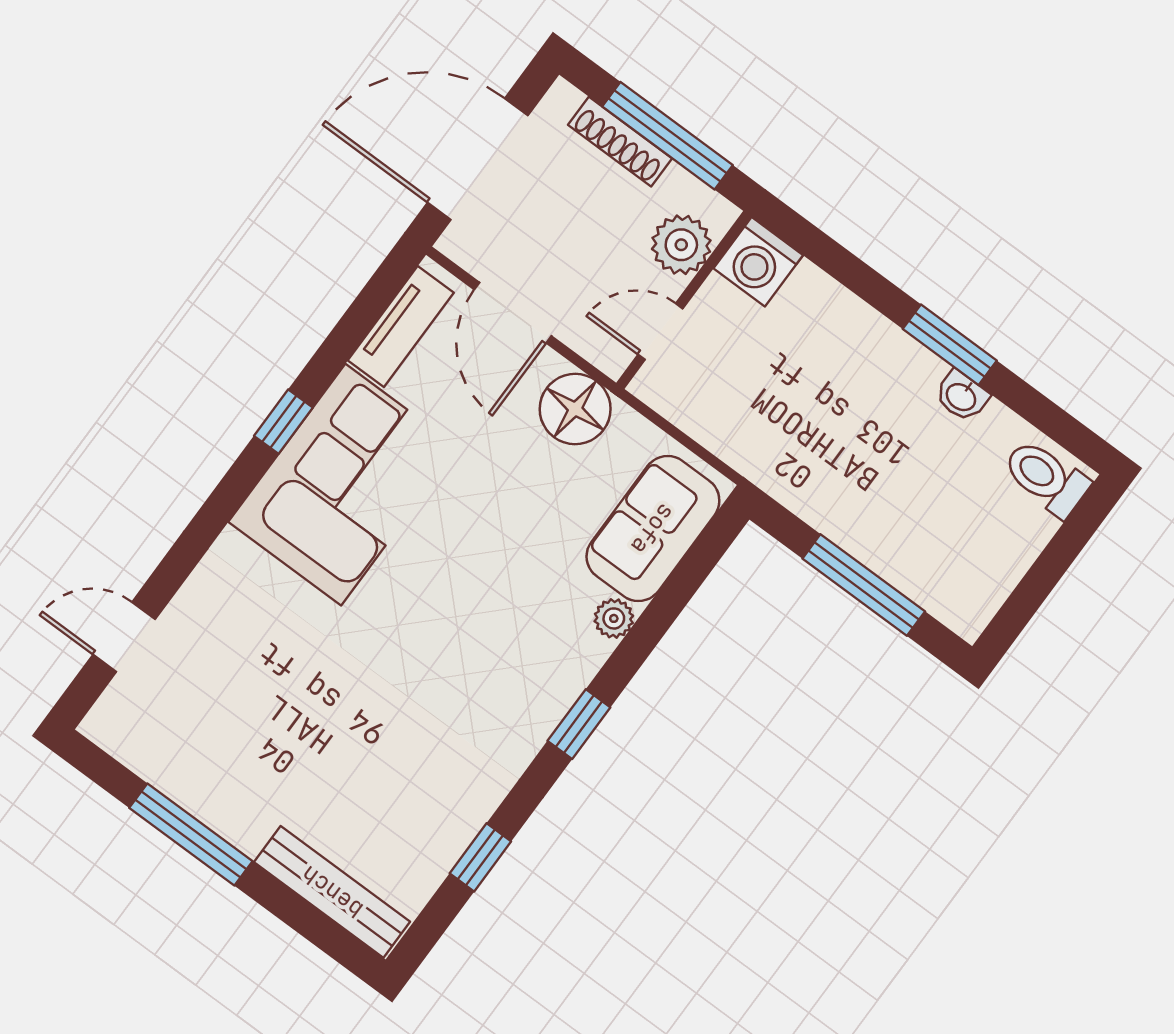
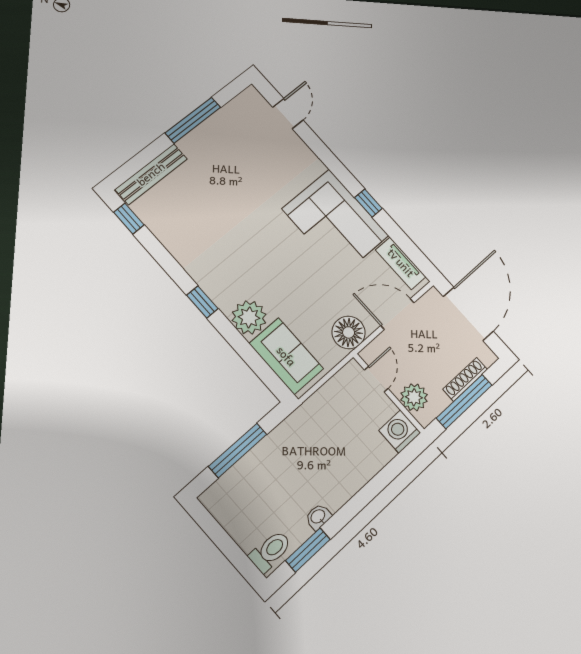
window: (950, 345) -> (308, 550), moved
plant: (614, 618) -> (249, 317), width x1.88, depth x1.88
window: (480, 857) -> (129, 219), moved

